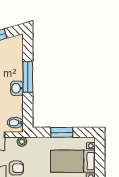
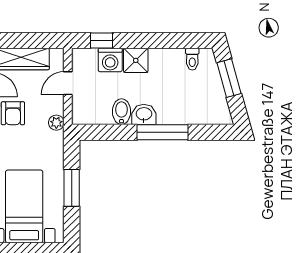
bidet: (15, 123) -> (121, 112), moved

